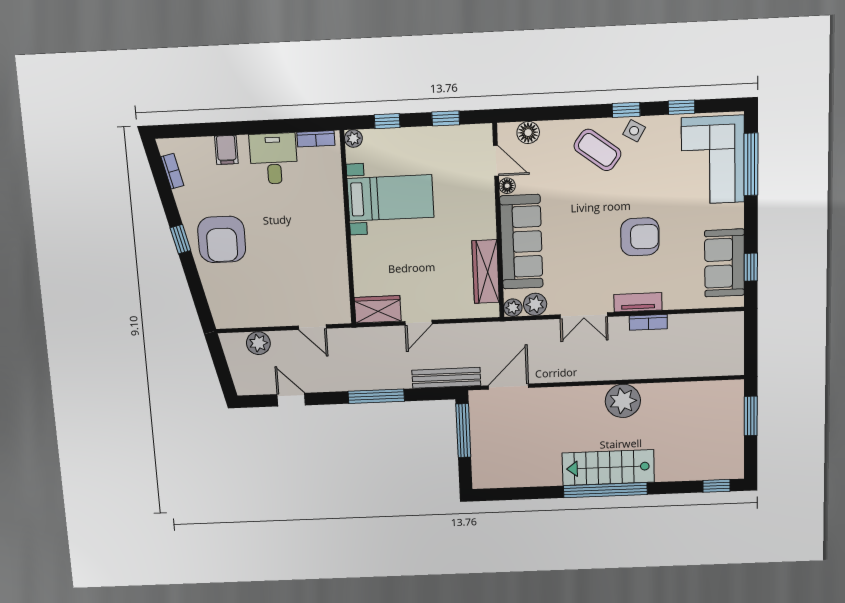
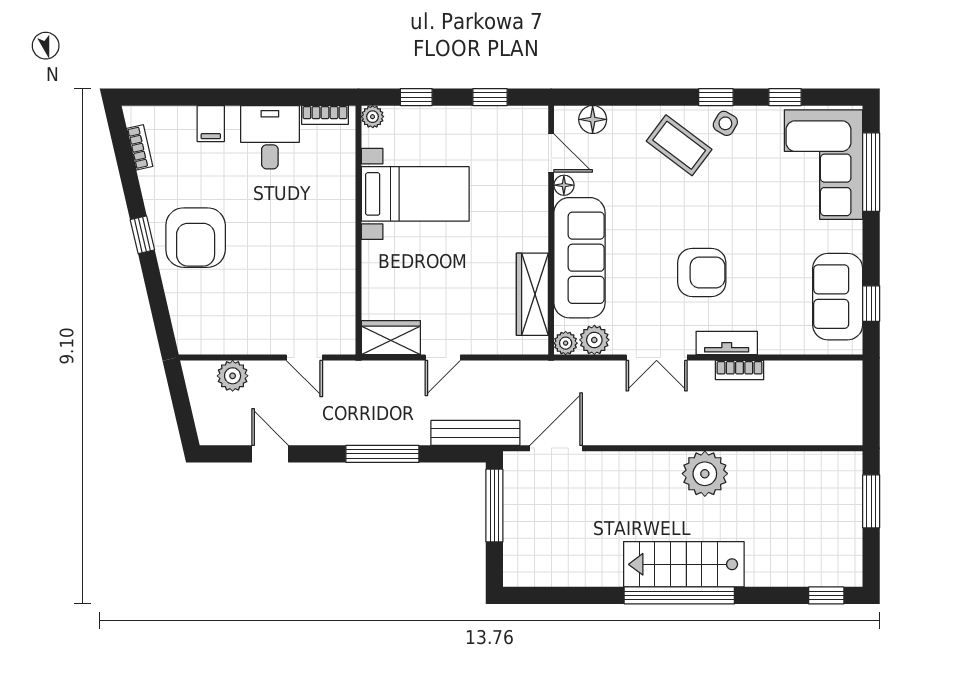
armchair: (640, 237) -> (702, 272), moved

